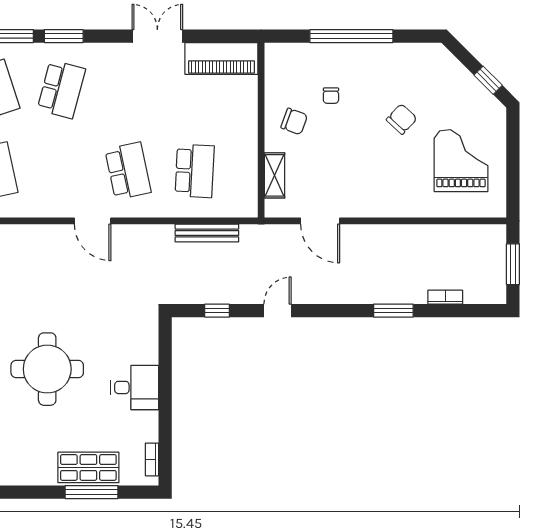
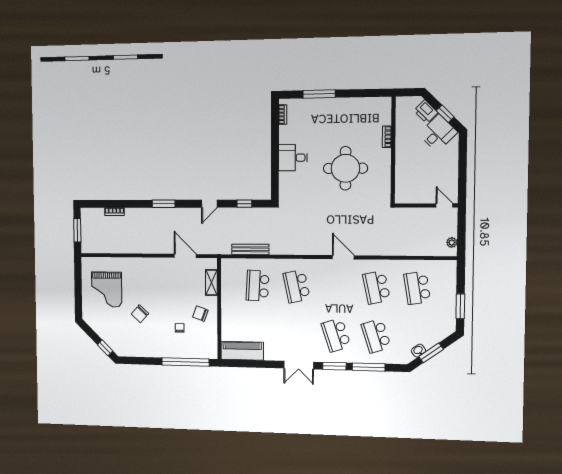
double door: (157, 36) -> (299, 365), moved
window: (351, 36) -> (185, 362), moved
window: (488, 80) -> (105, 348), moved
school desk: (61, 89) -> (336, 335), turned -33
door: (93, 221) -> (343, 257), moved
window: (393, 311) -> (164, 204), moved
shop shelf: (88, 467) -> (321, 109), removed

